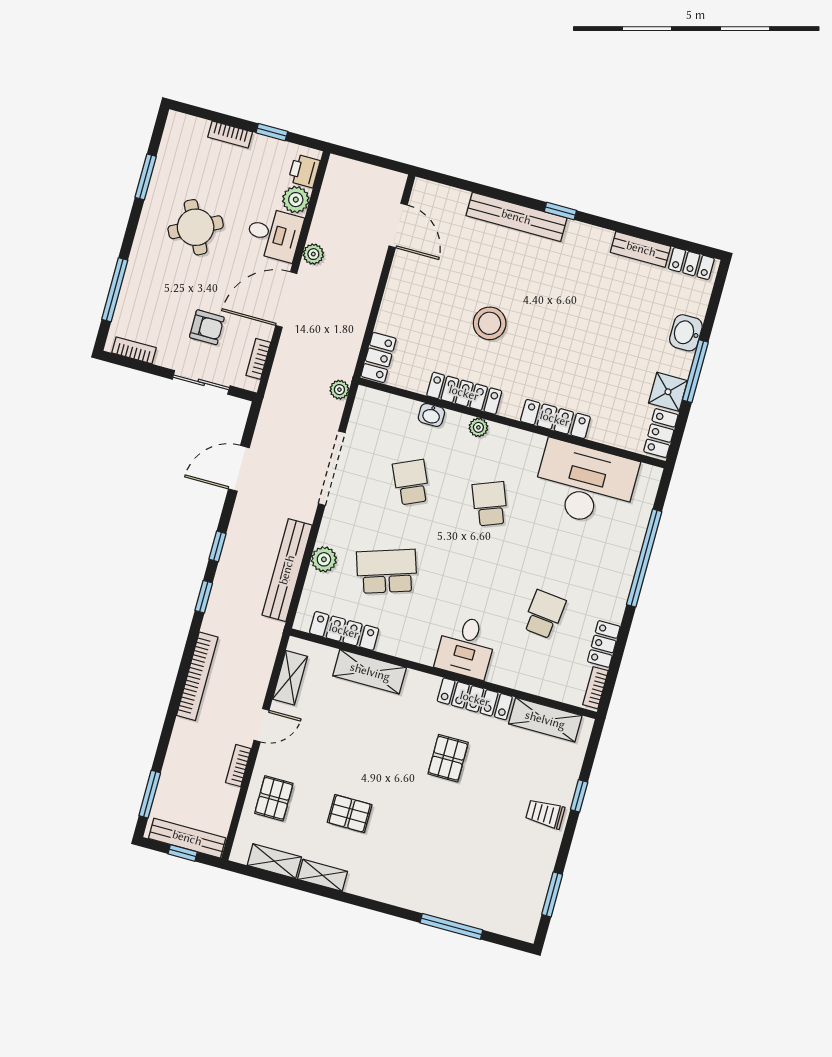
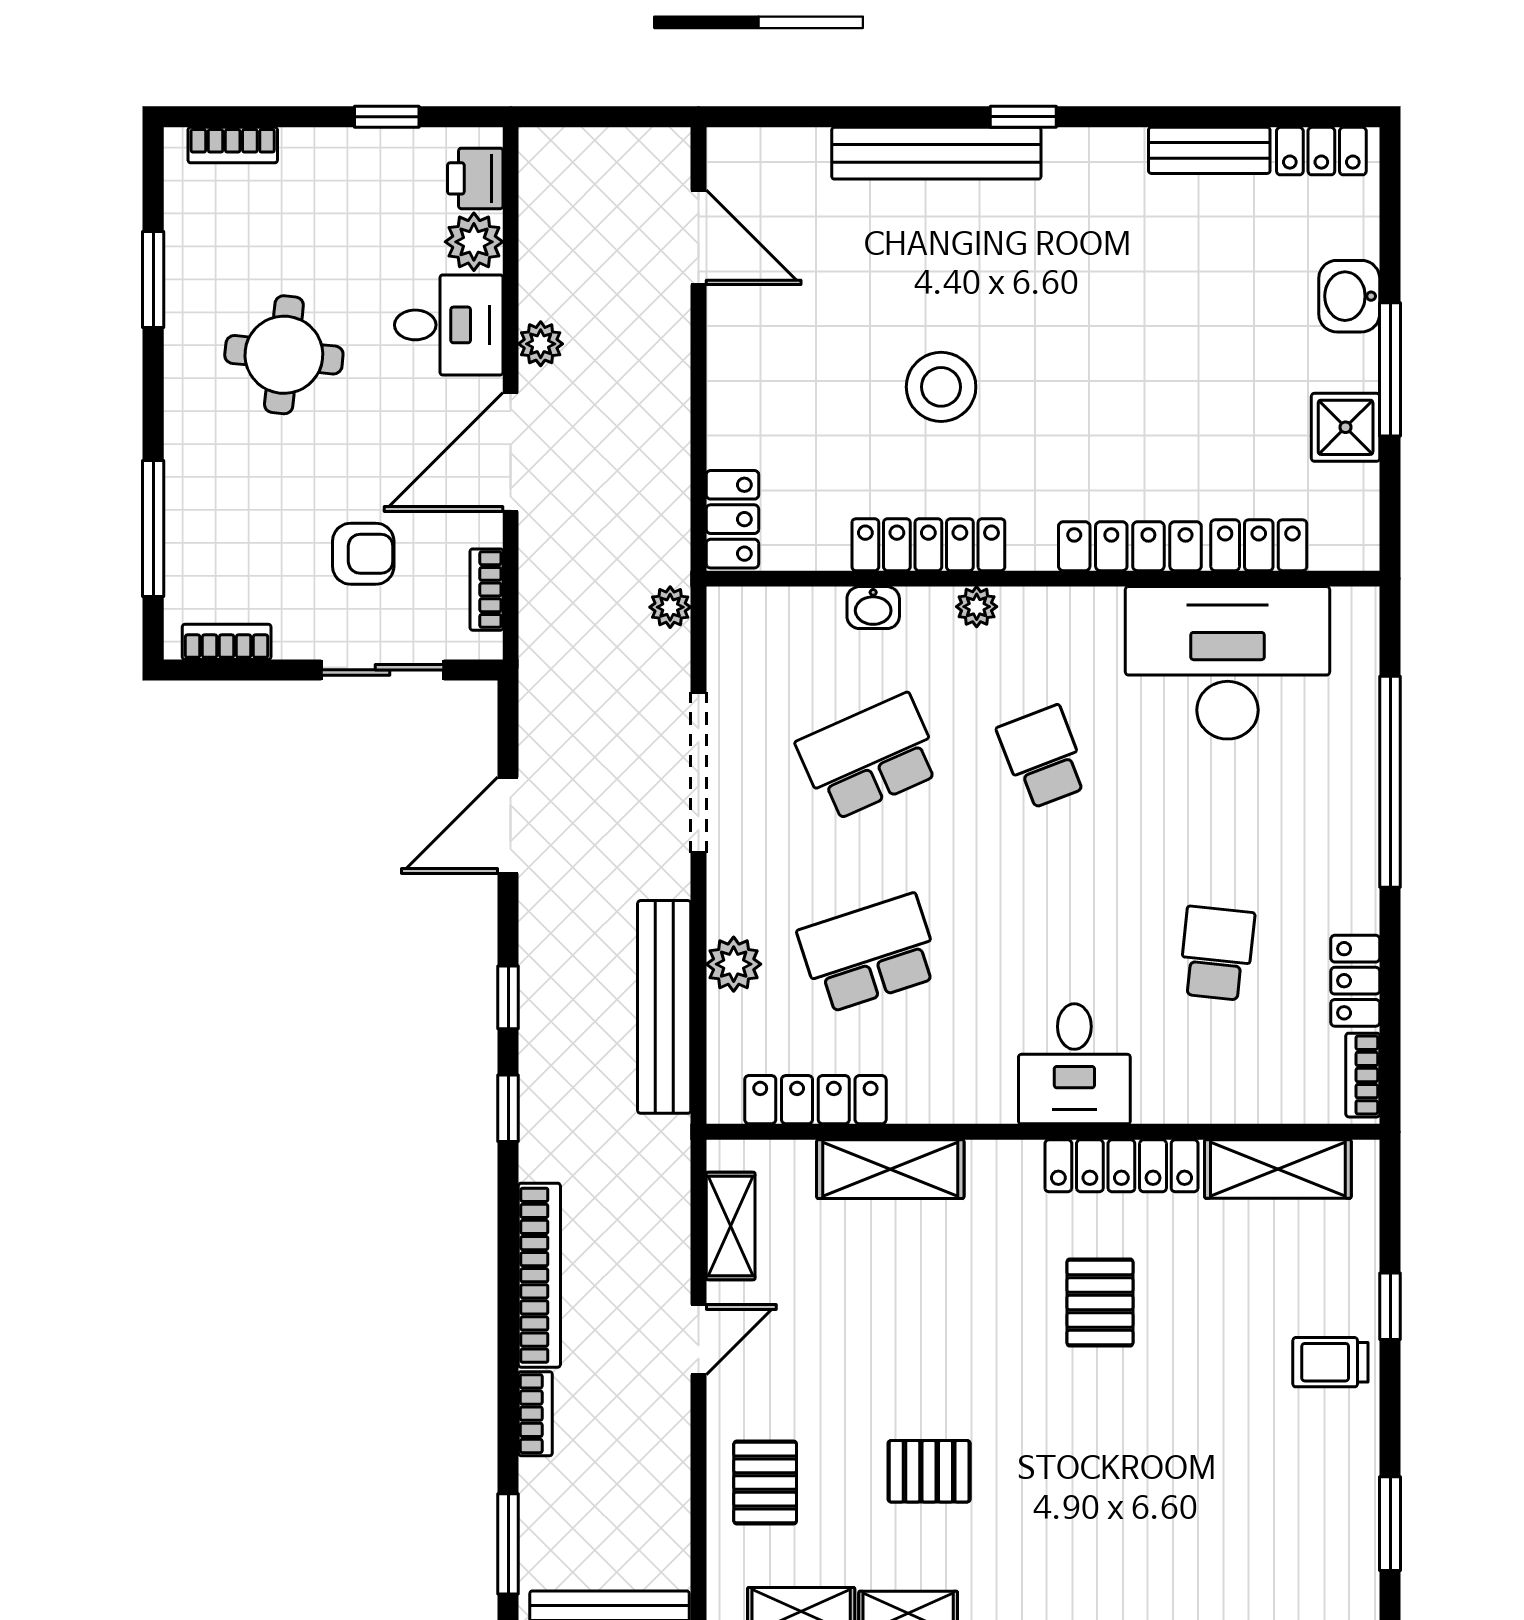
bookcase: (230, 134) -> (233, 145), moved
round table: (196, 227) -> (284, 355), turned 33
locker: (661, 433) -> (1259, 545), moved, turned 90
school desk: (411, 482) -> (869, 757), width x1.85
bookcase: (238, 766) -> (535, 1414), moved, turned 180

